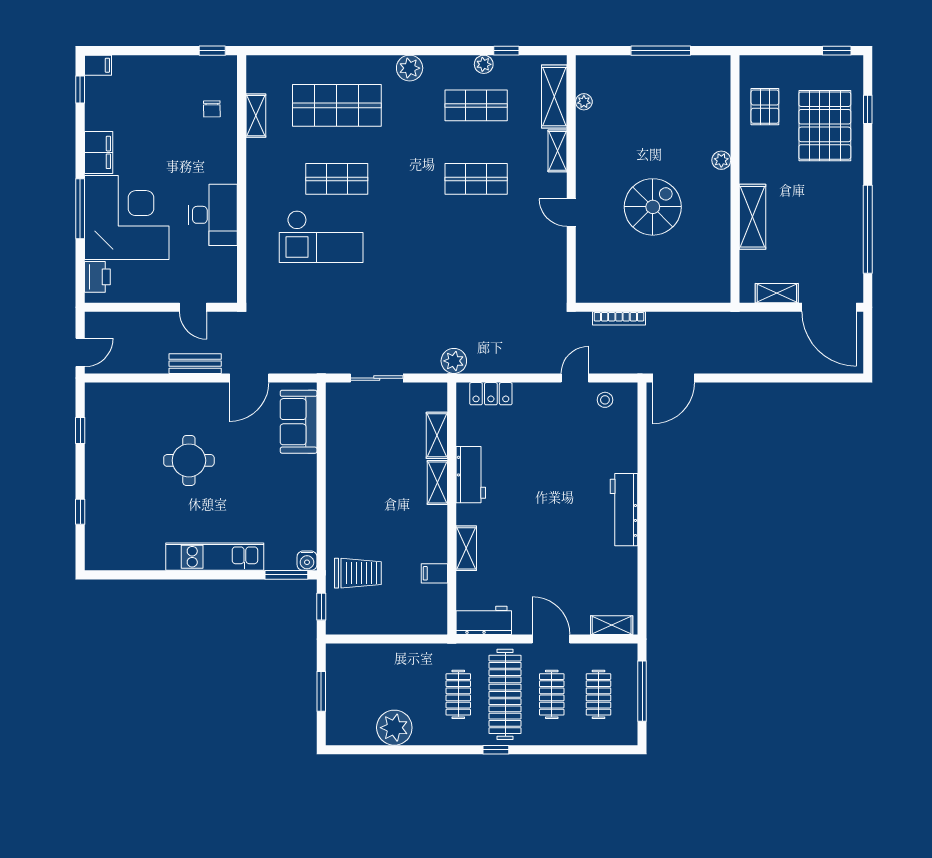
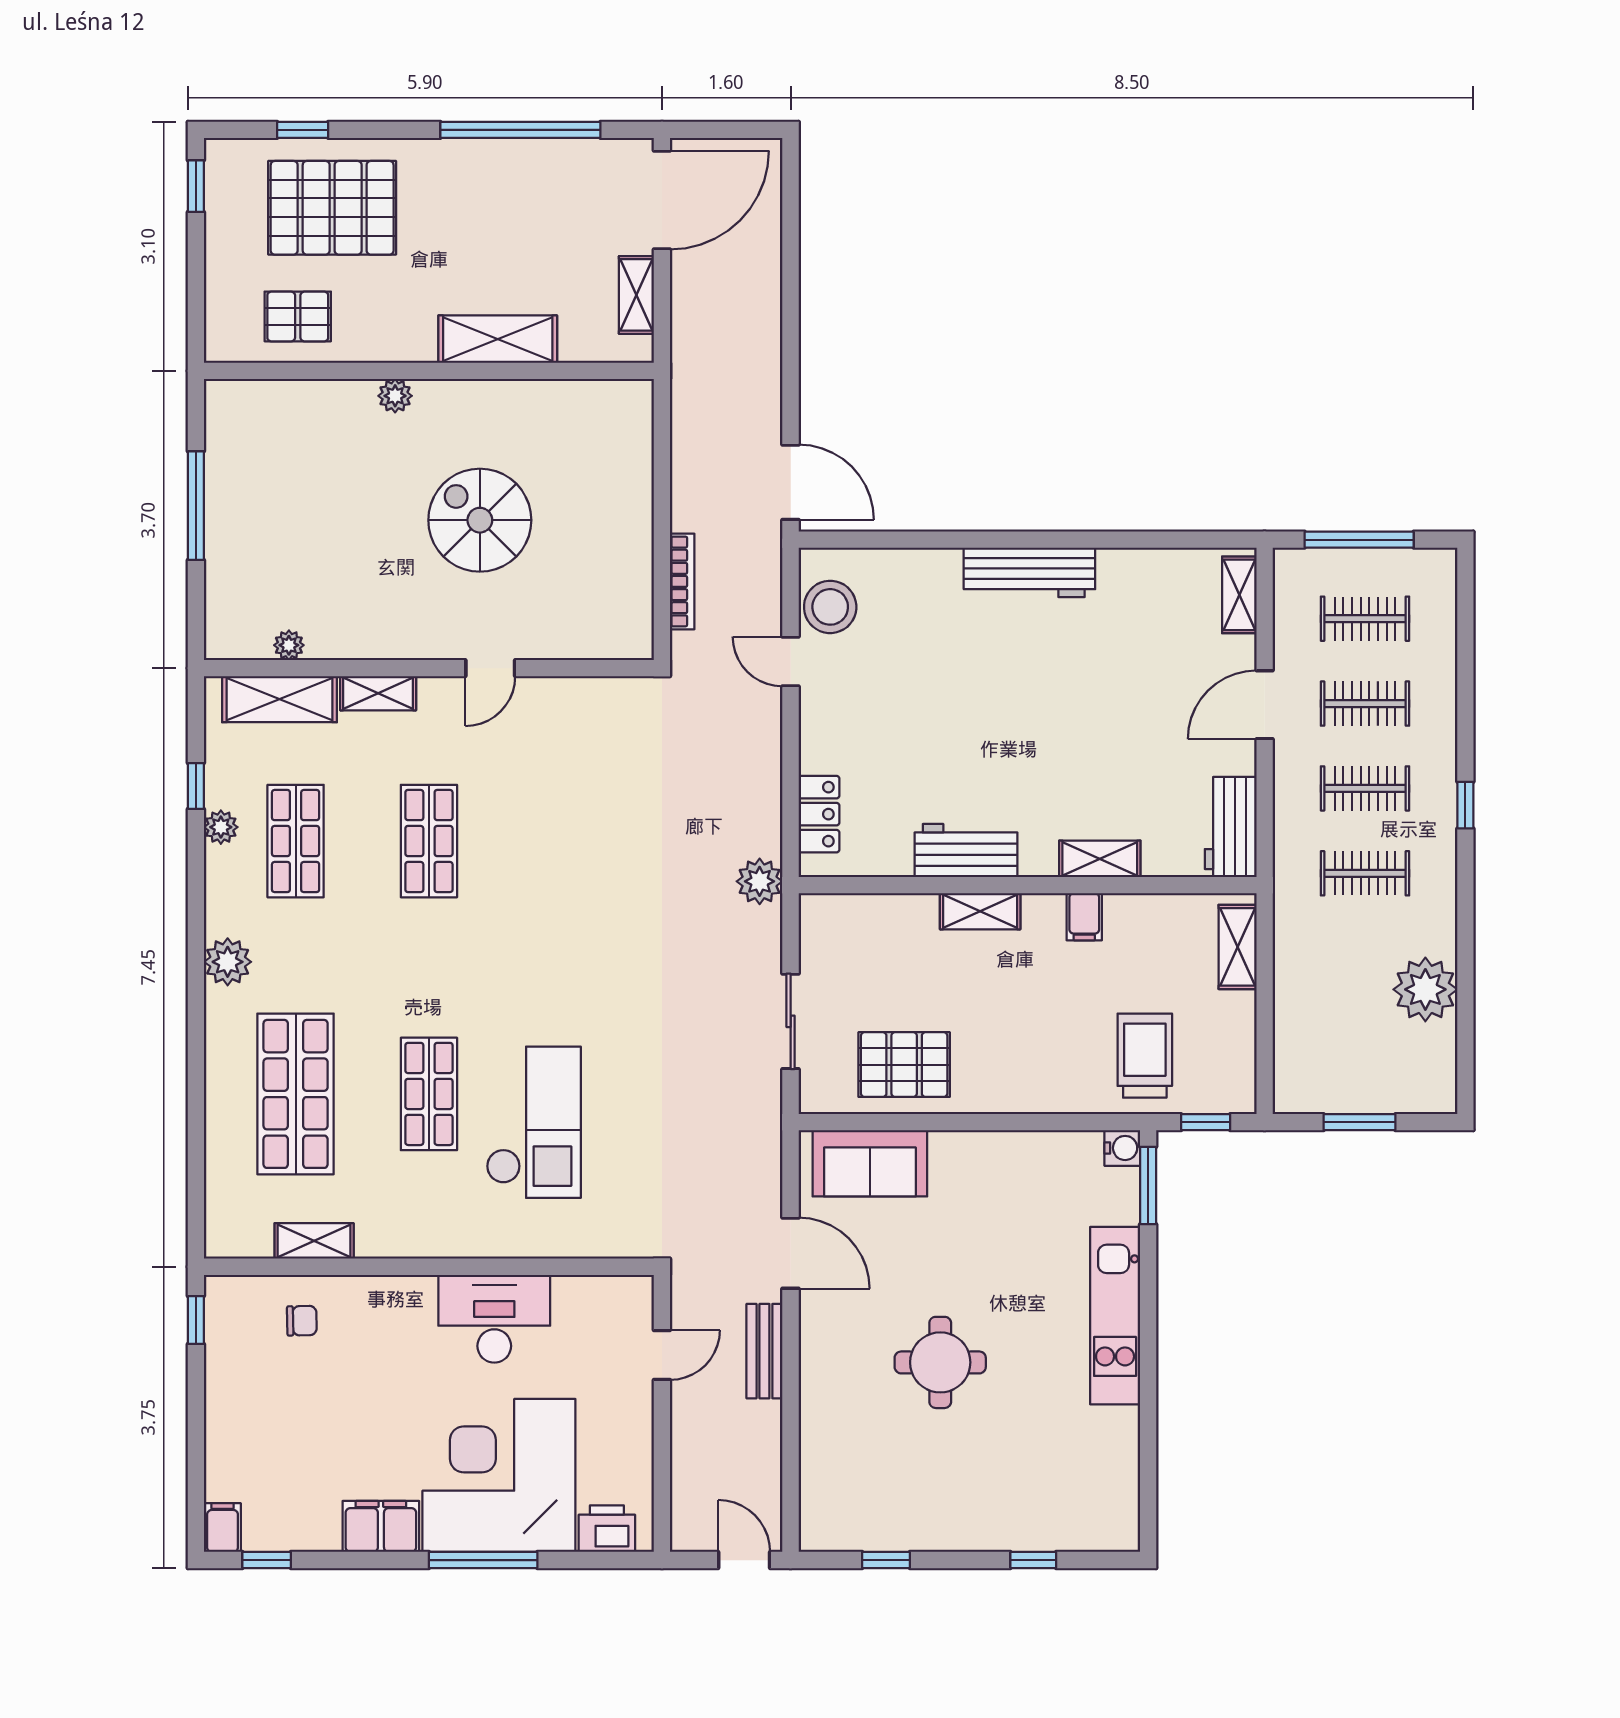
stool: (605, 400) -> (830, 607), width x1.89, depth x1.89
shelving: (437, 435) -> (1238, 947), moved, turned 90
pallet: (353, 441) -> (904, 1065), added
filing cabinet: (434, 573) -> (1084, 917), moved
clothes rail: (505, 694) -> (1365, 788), width x0.54, depth x0.76

